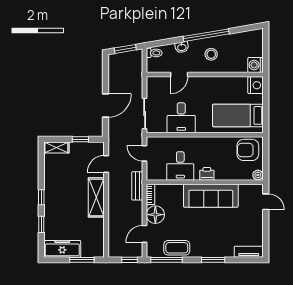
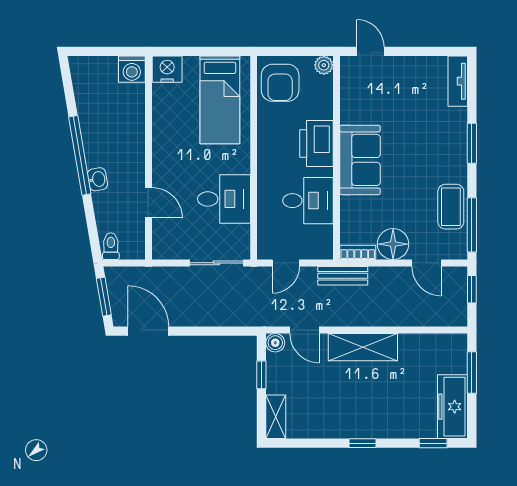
washbasin: (182, 47) -> (98, 179), moved
stool: (211, 54) -> (113, 147), removed
door: (105, 106) -> (148, 331), moved
boiler: (99, 147) -> (275, 343), added
printer: (207, 174) -> (316, 143), width x1.87, depth x1.48
sofa: (211, 196) -> (360, 160), width x0.73
door: (266, 202) -> (370, 51), hinge flipped
window: (41, 224) -> (433, 443), moved

